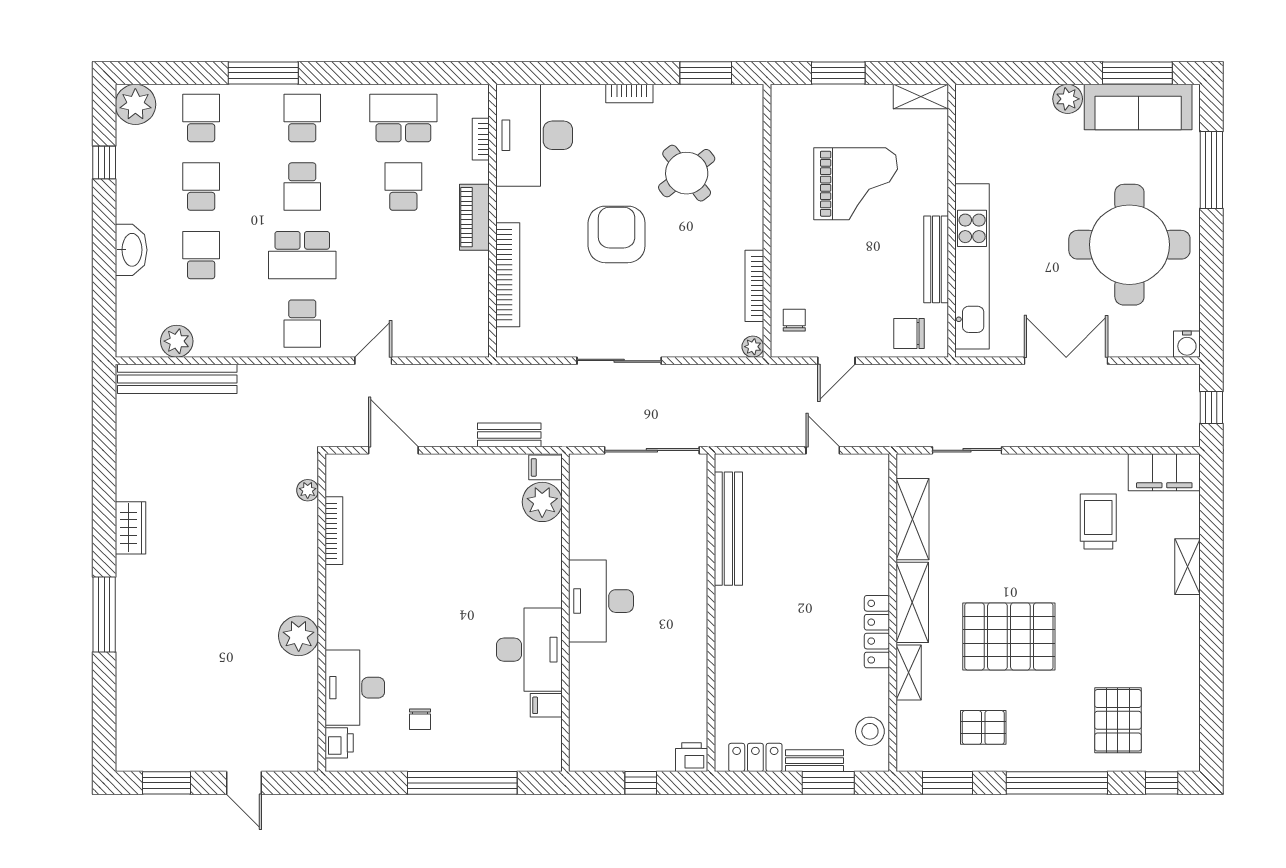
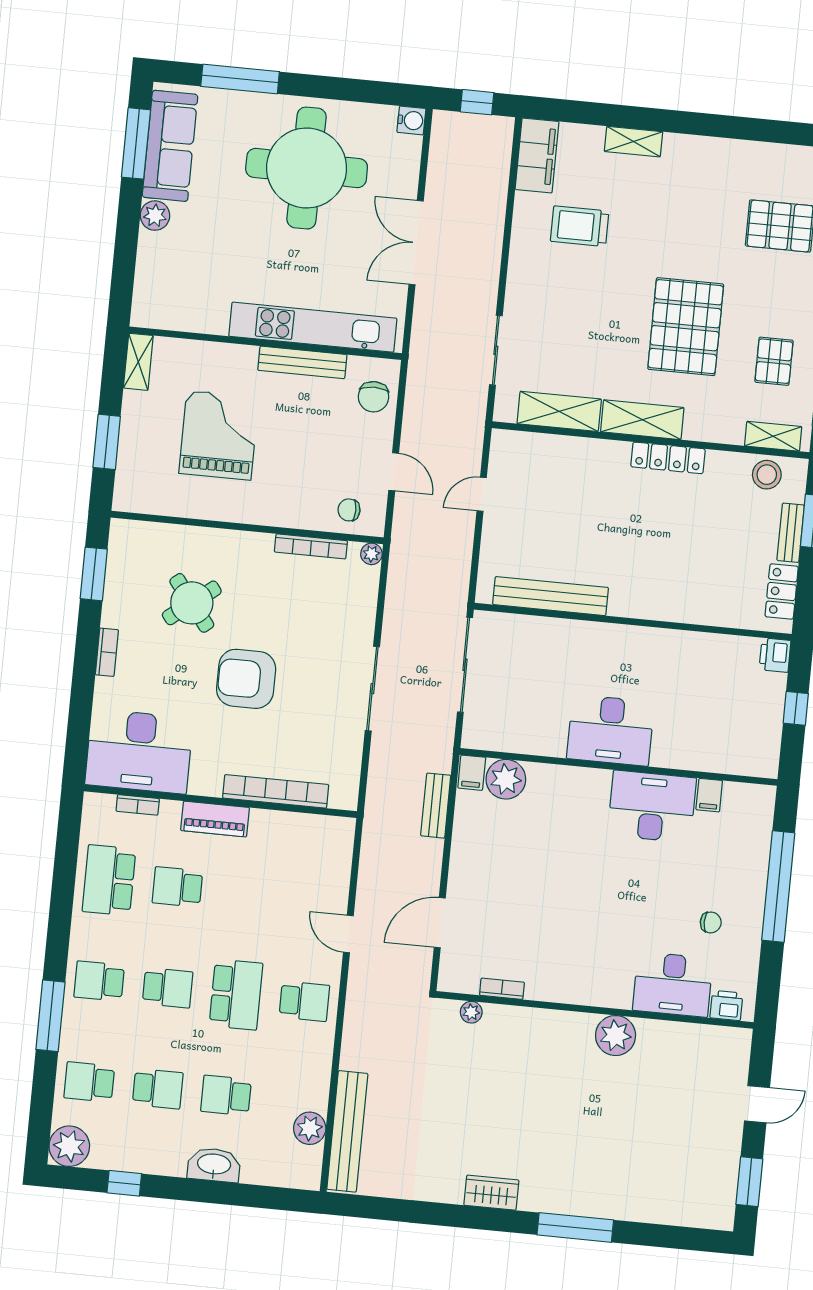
school desk: (201, 187) -> (158, 1089), turned 180
bookcase: (334, 531) -> (502, 989), width x0.64
shelving: (909, 672) -> (773, 436), moved

